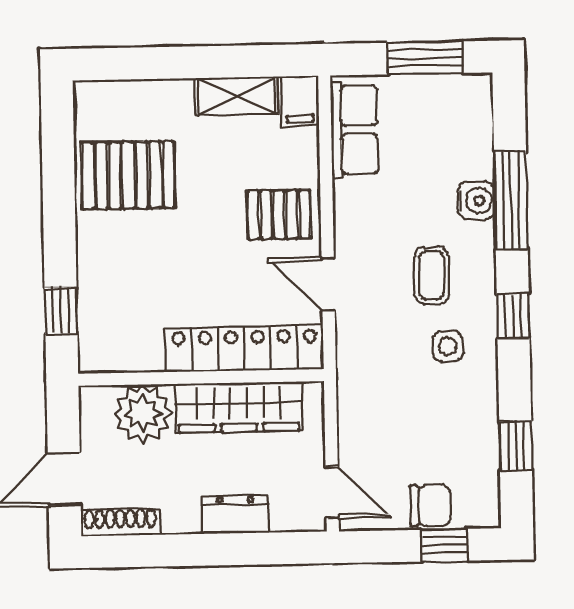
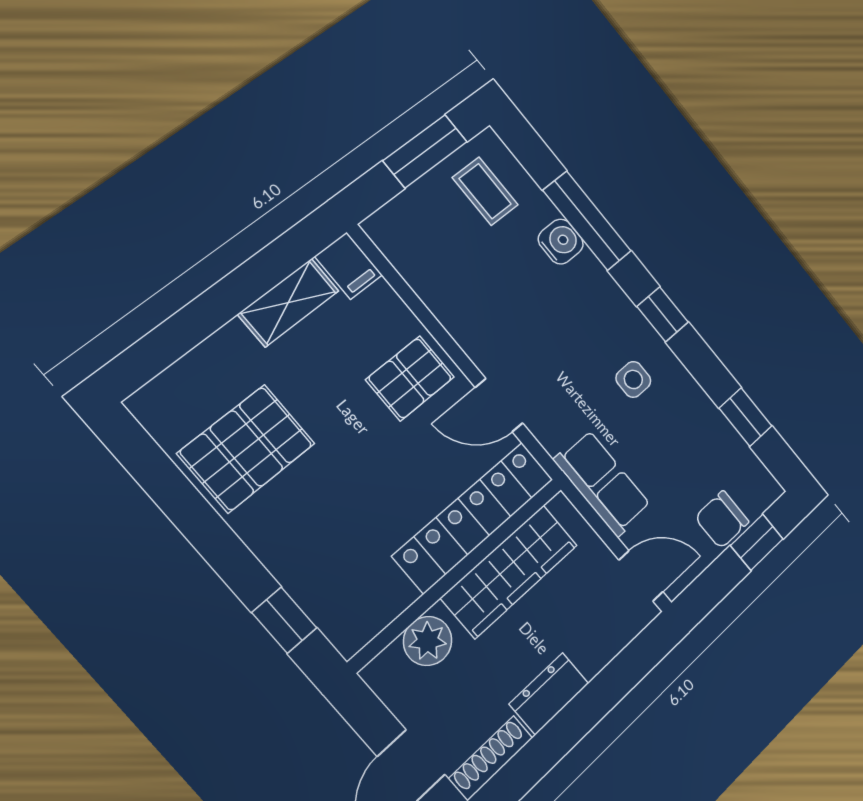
row of seats: (354, 130) -> (603, 483), moved
coffee table: (432, 275) -> (485, 191), moved
plant: (143, 414) -> (428, 641), width x0.73, depth x0.73
chair: (430, 505) -> (722, 520), turned 180
dresser: (235, 515) -> (549, 694), moved

